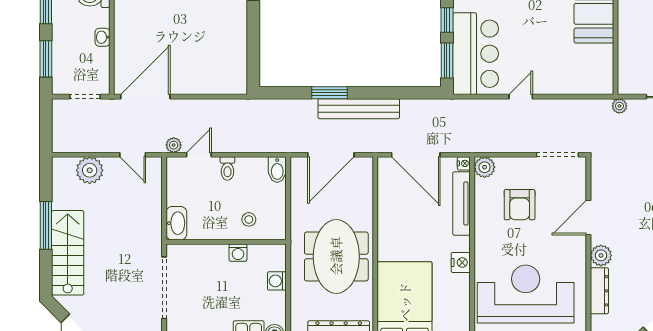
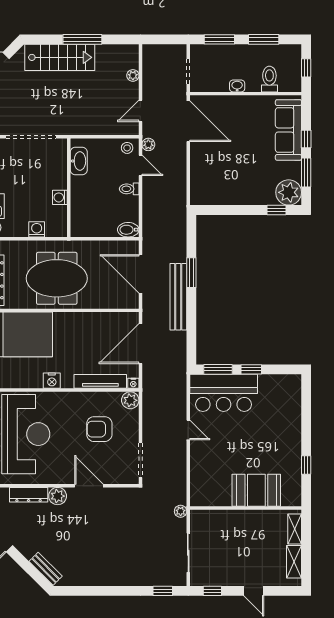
plant: (90, 170) -> (133, 75), width x0.53, depth x0.53
stool: (249, 219) -> (127, 148), moved
washbasin: (176, 223) -> (79, 161), moved, turned -90

